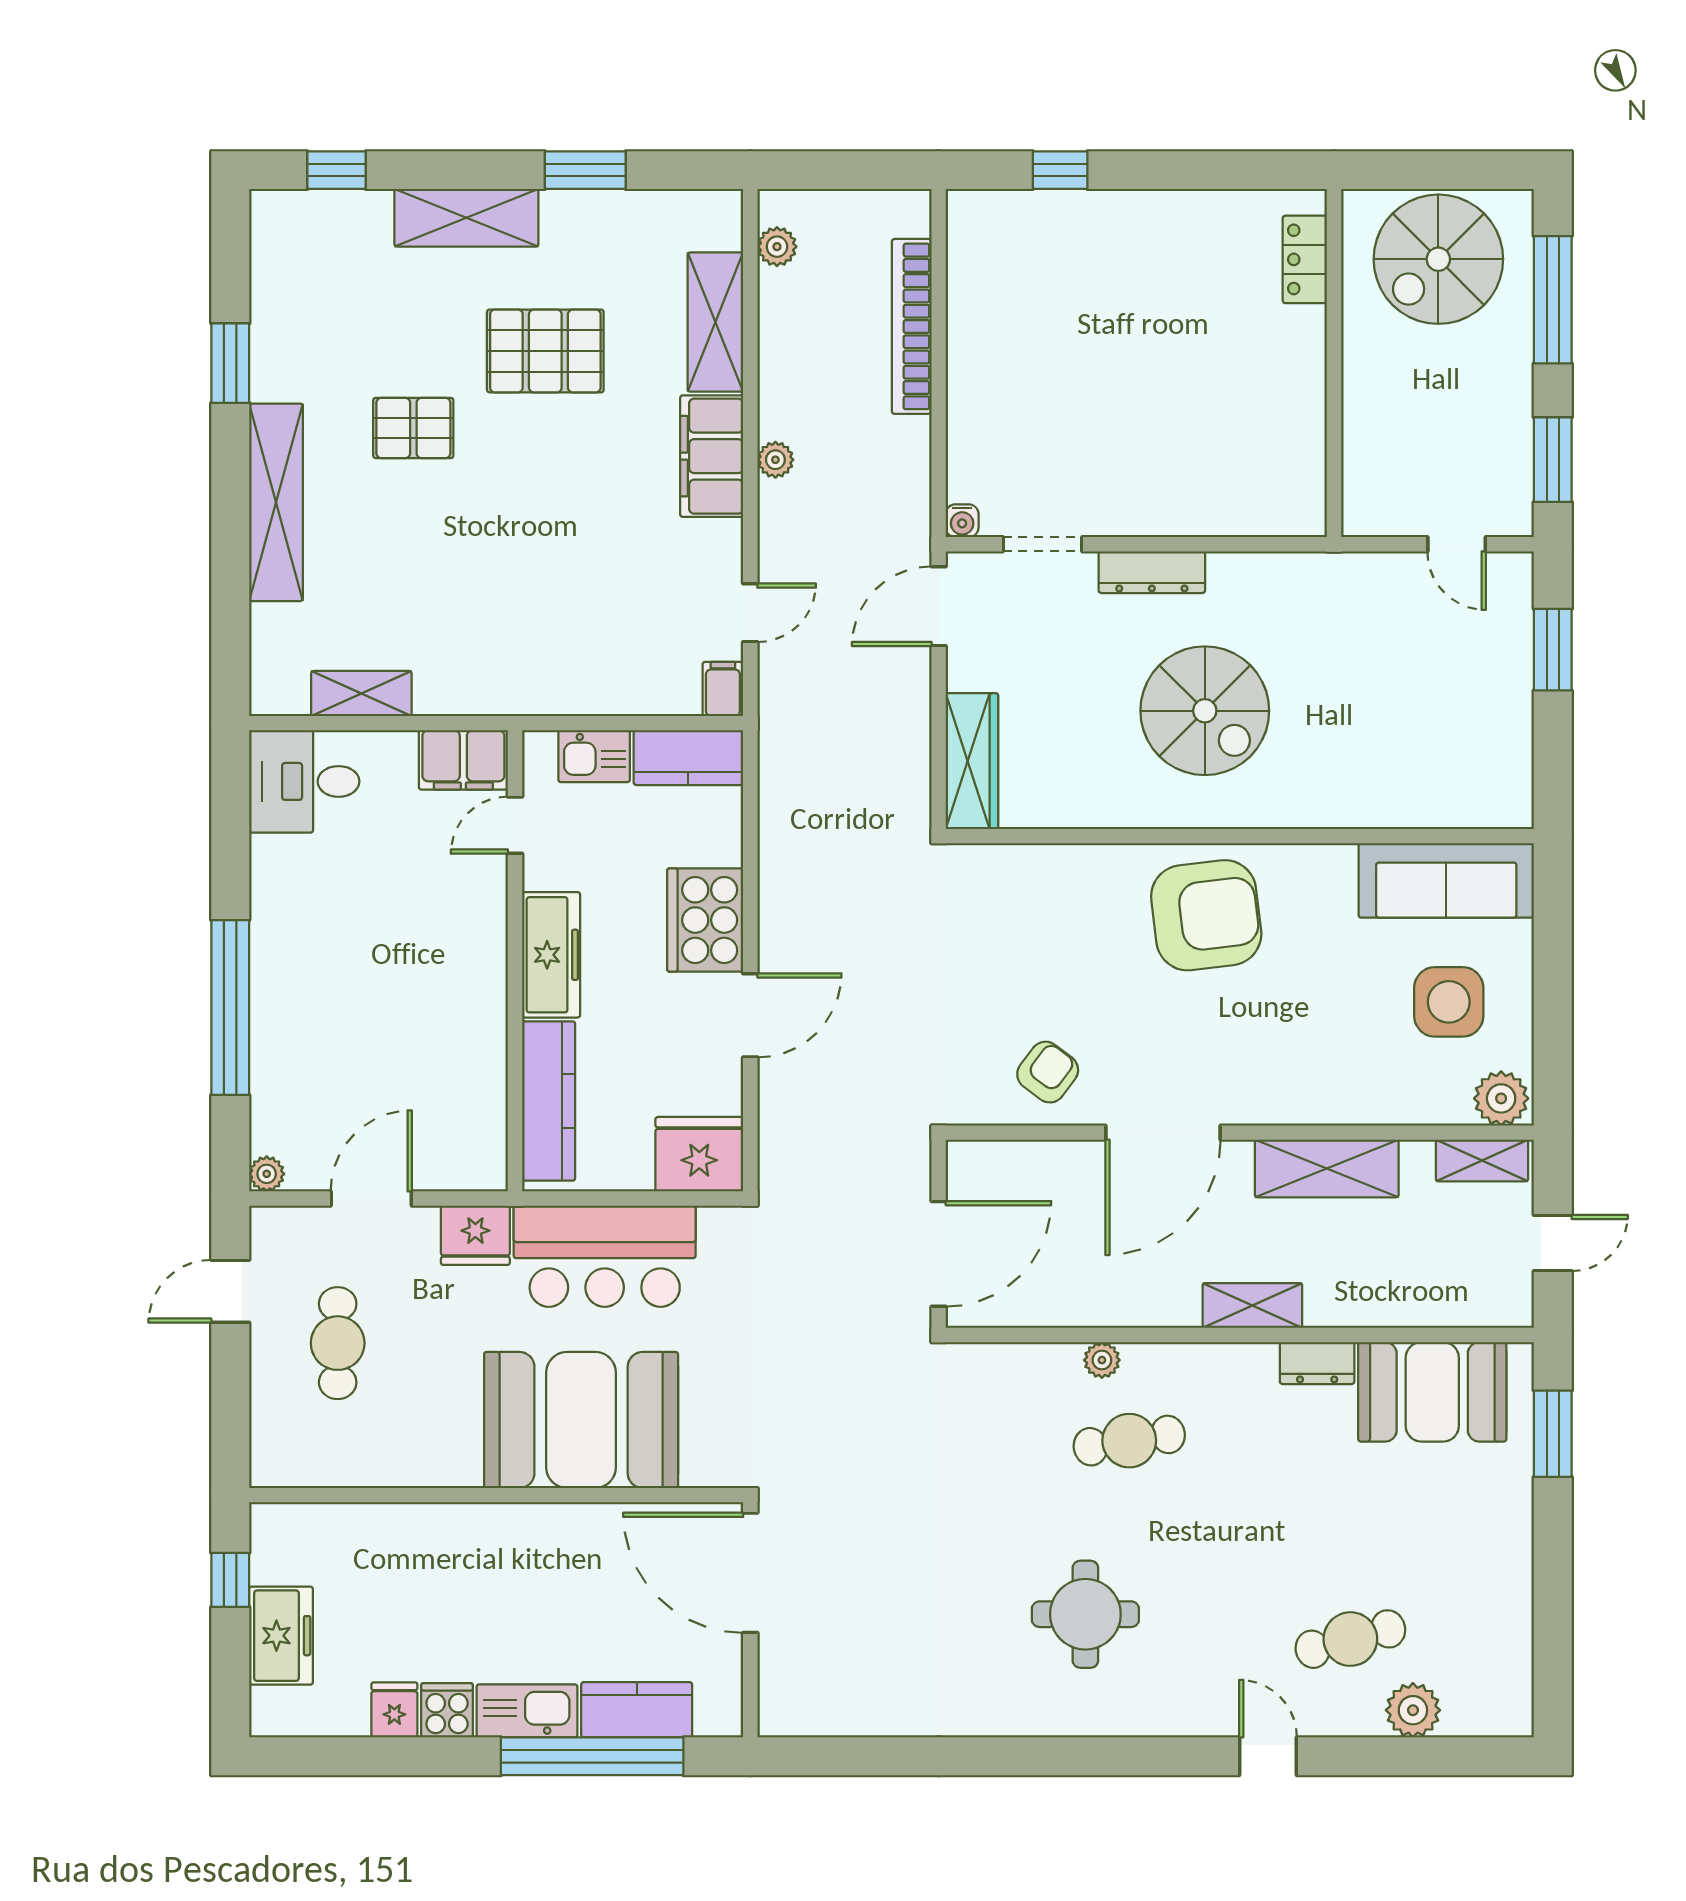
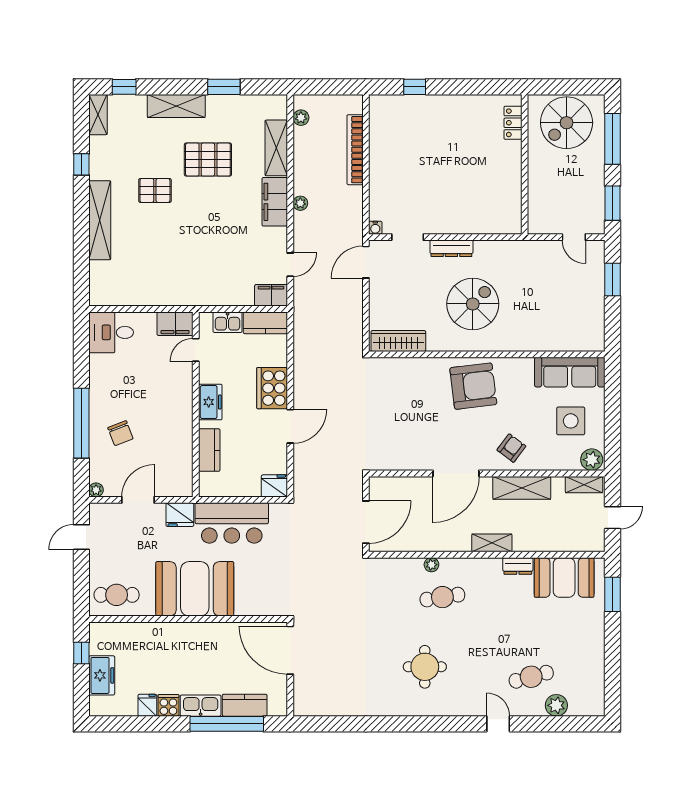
window: (230, 363) -> (81, 164), width x0.67
filing cabinet: (723, 689) -> (271, 295), width x2.00
shelving: (361, 694) -> (98, 115), moved, turned 90
spiral stairs: (1205, 711) -> (473, 304), turned -90
wardrobe: (972, 761) -> (398, 341), moved, turned -90
freezer: (551, 955) -> (210, 402), width x0.71
chair: (328, 1032) -> (120, 433), added
armchair: (1048, 1072) -> (511, 448), moved
kitchen counter: (549, 1101) -> (209, 450), width x0.67
fridge: (699, 1154) -> (274, 486), width x0.73, depth x0.75
cafe table: (338, 1343) -> (117, 595), moved, turned 90
booth: (581, 1420) -> (195, 589), moved

